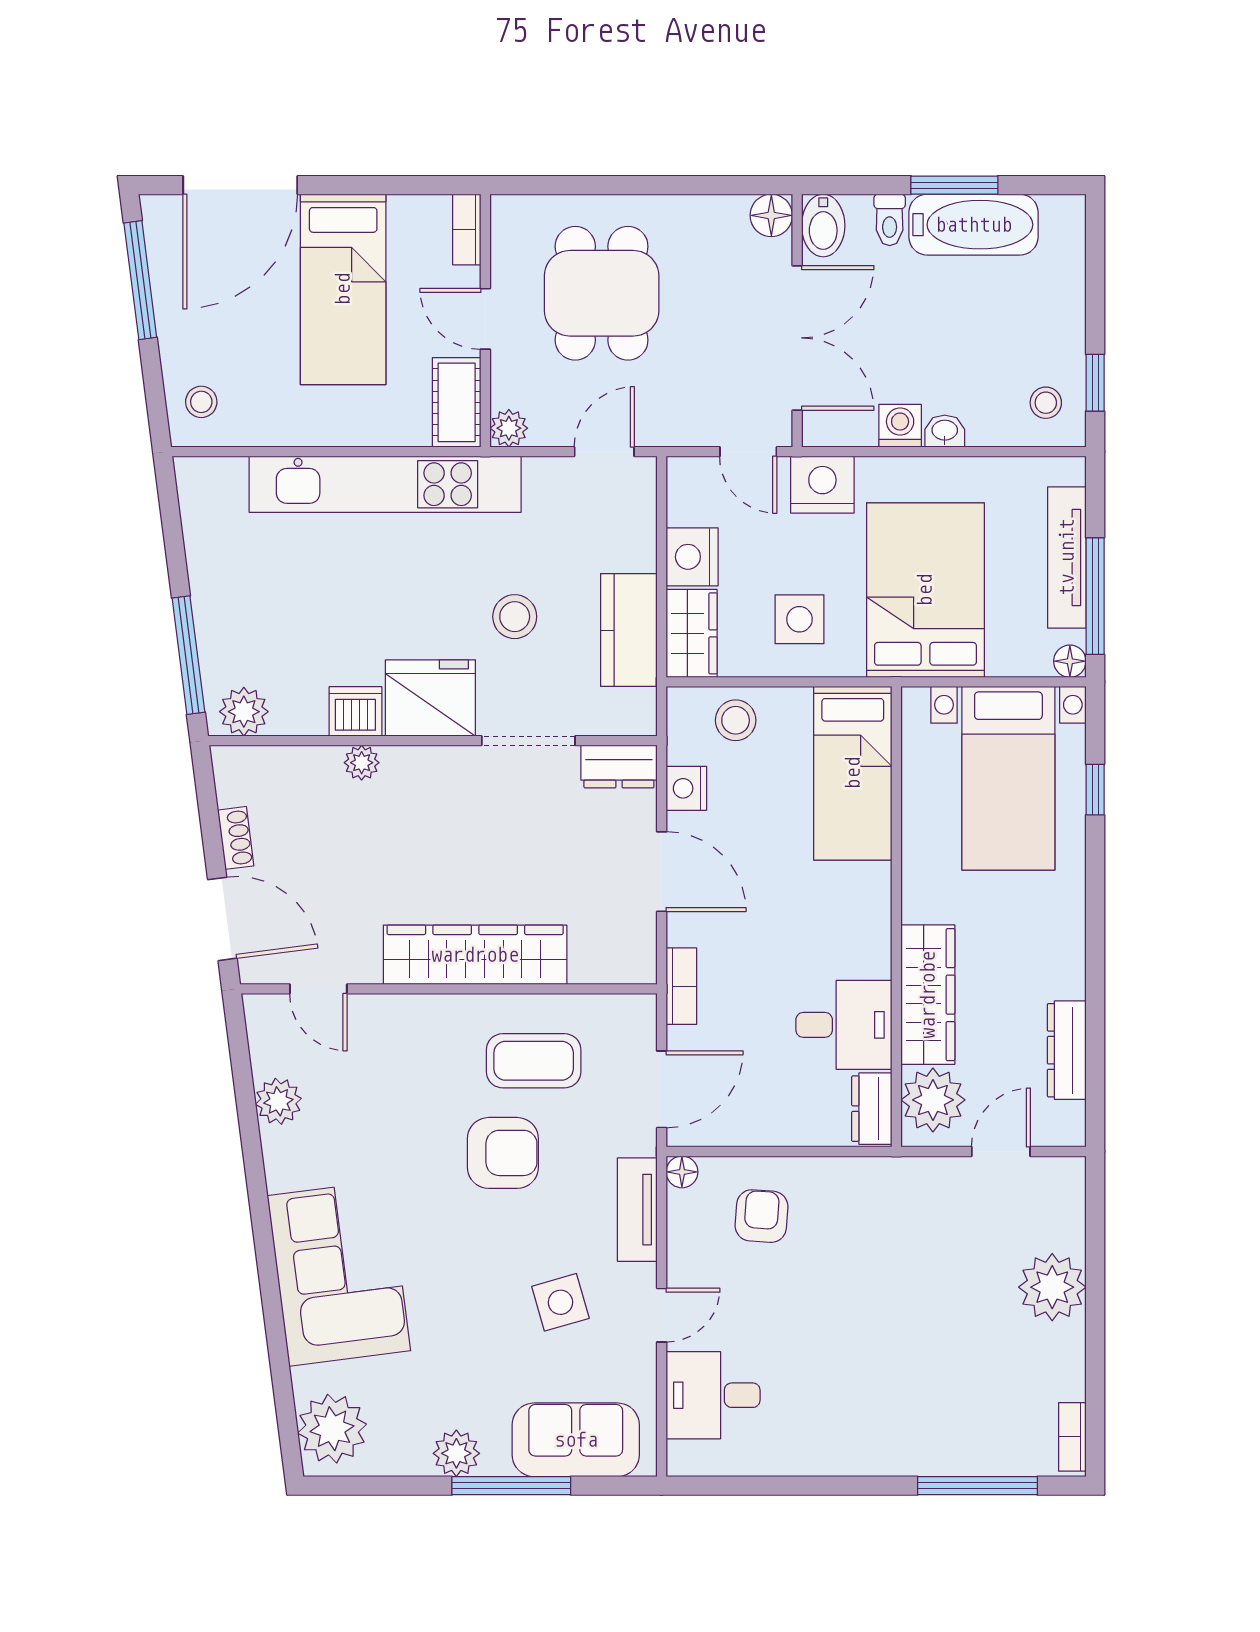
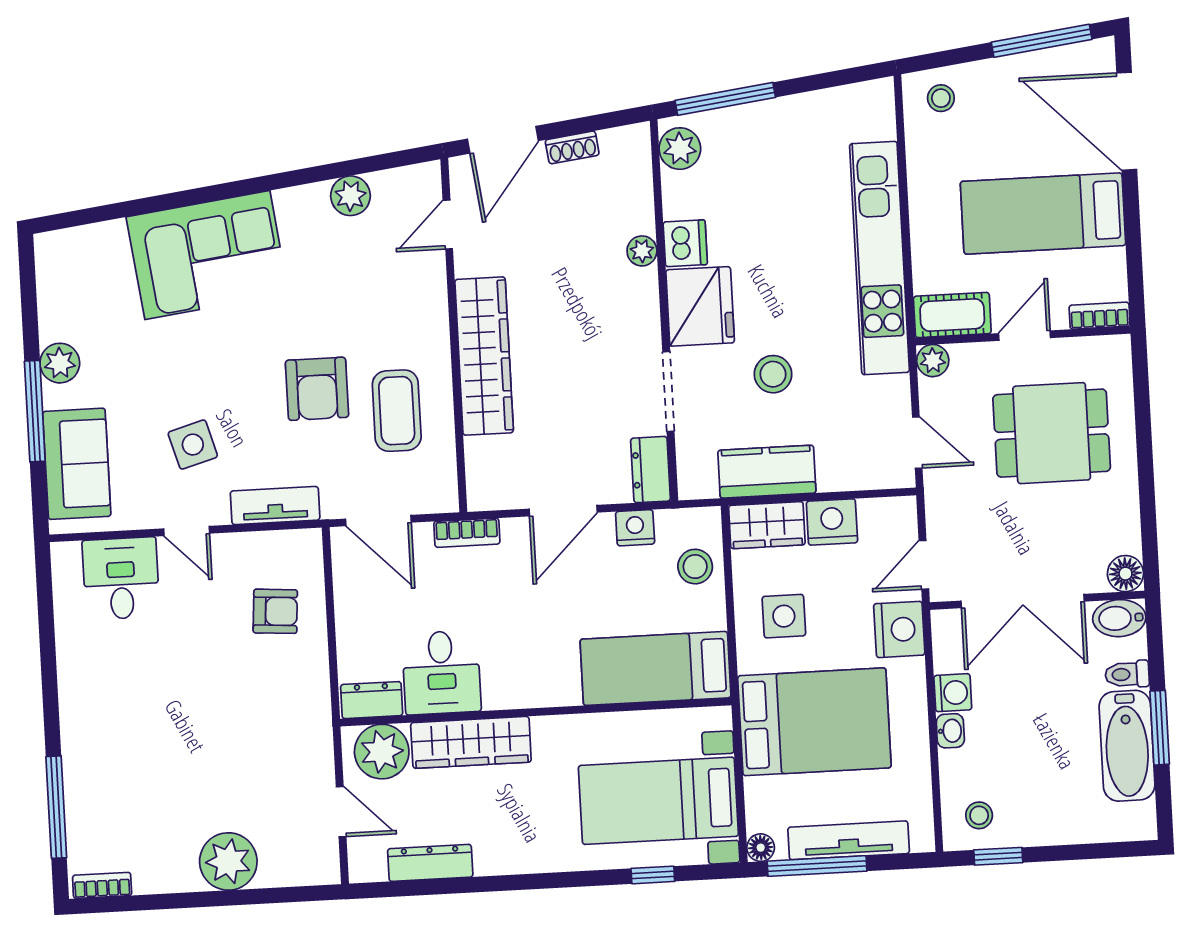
floor lamp: (682, 1172) -> (309, 542), removed
plant: (332, 1429) -> (75, 256), removed

